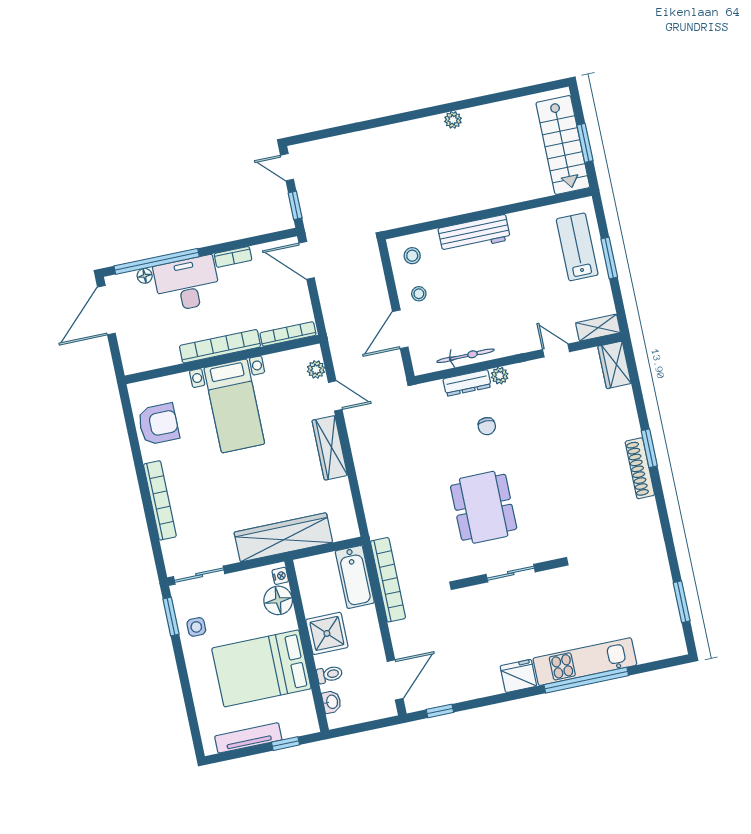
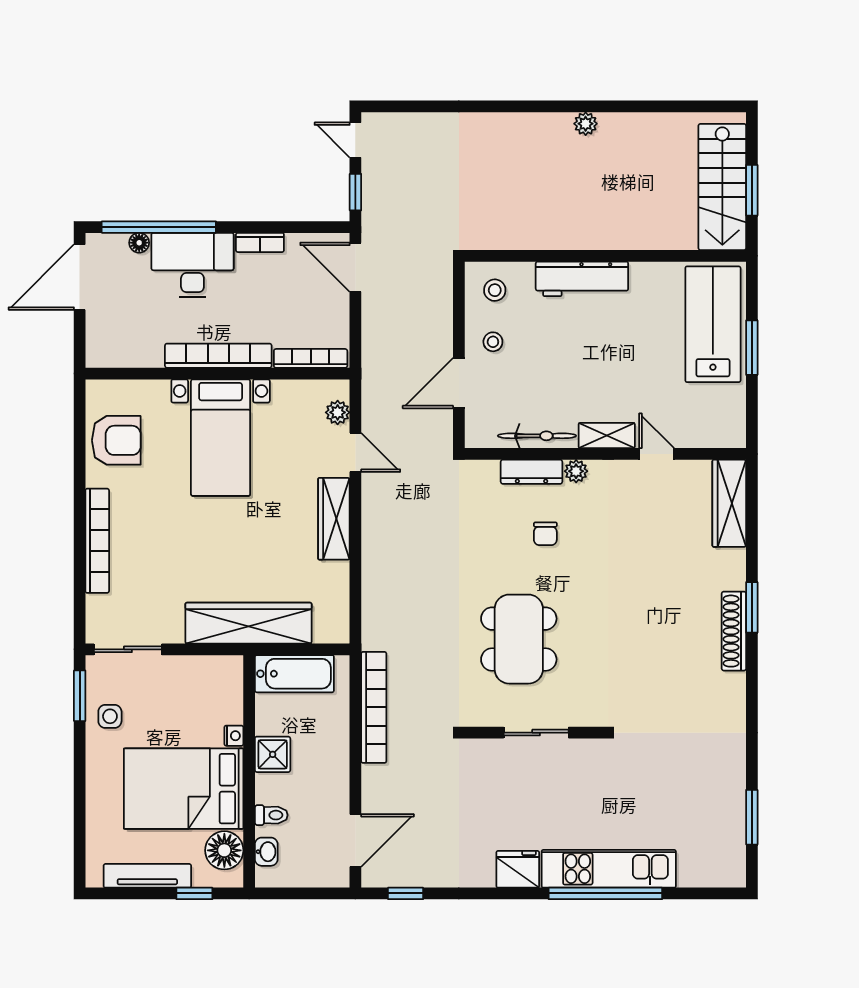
lab bench: (577, 247) -> (713, 324), width x1.36, depth x1.39
shelving: (598, 328) -> (607, 436), moved
wardrobe: (614, 365) -> (729, 503), width x1.50
nightstand: (280, 576) -> (234, 736), moved
bathtub: (355, 577) -> (294, 674), moved, turned -90
floor lamp: (278, 600) -> (224, 850), moved
shower: (327, 633) -> (273, 754), width x0.73, depth x0.73

